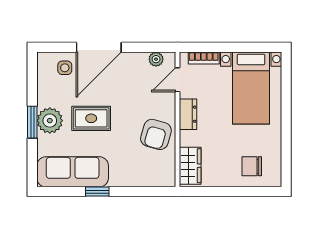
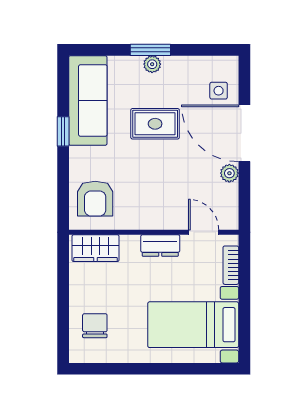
plant: (156, 59) -> (229, 173), moved
rug: (91, 118) -> (155, 124), turned 90
plant: (50, 121) -> (152, 64), width x0.53, depth x0.53
armchair: (156, 134) -> (95, 199), moved, turned -106

